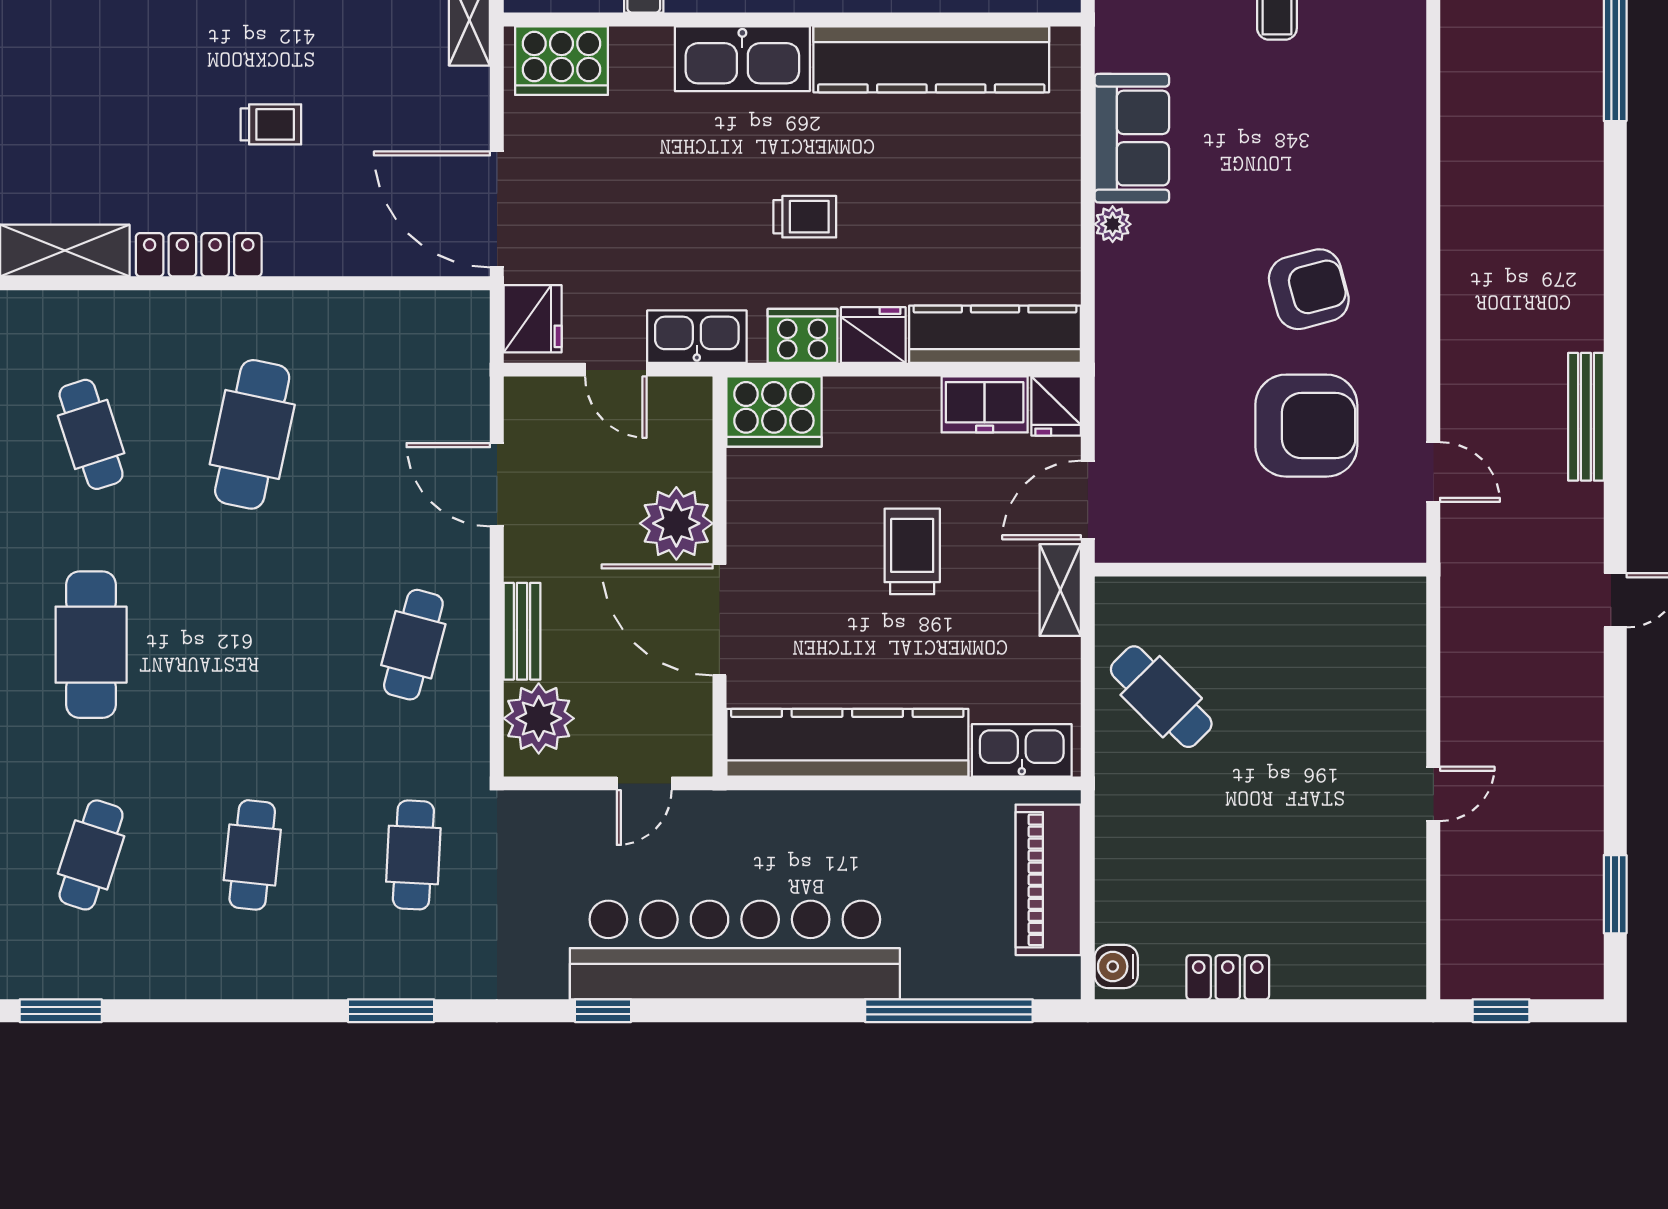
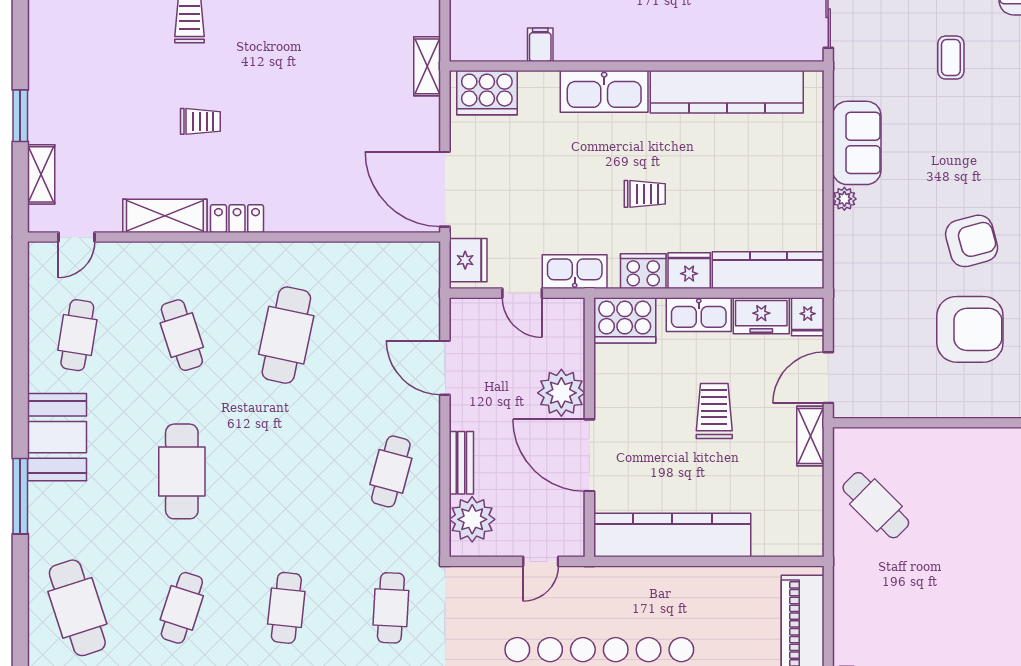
trolley: (271, 124) -> (200, 121), moved
locker: (199, 255) -> (237, 219), width x0.66
kitchen sink: (1022, 750) -> (699, 315), moved, turned 180

